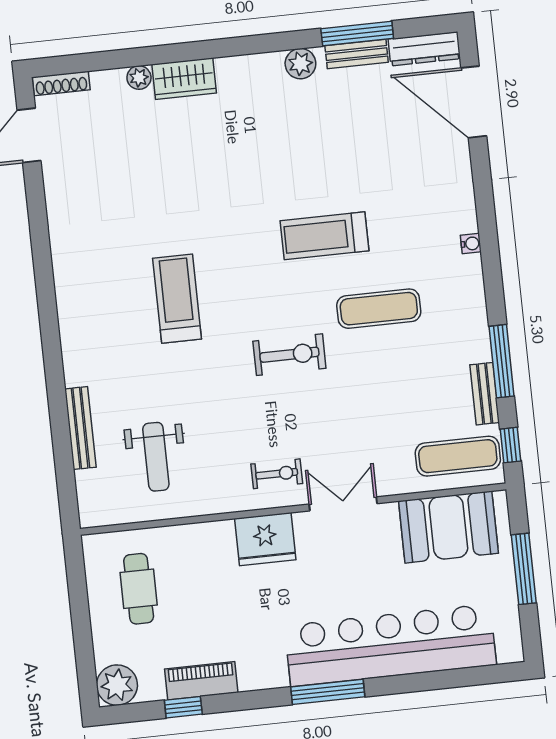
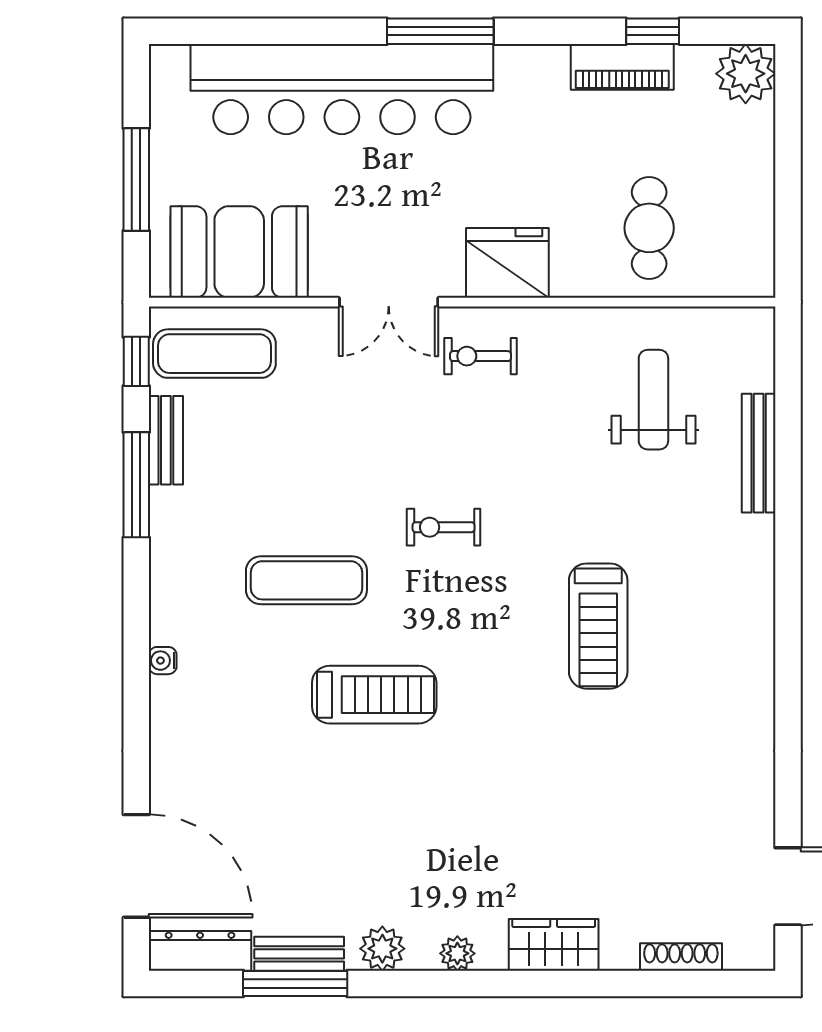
plant: (139, 78) -> (457, 953), moved
shoe rack: (61, 83) -> (681, 957), moved
exercise bike: (289, 355) -> (444, 527), width x0.73, depth x0.72
cafe table: (139, 589) -> (649, 228), moved

